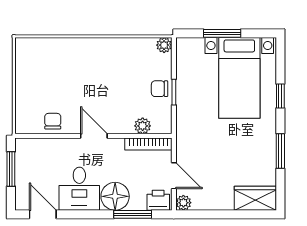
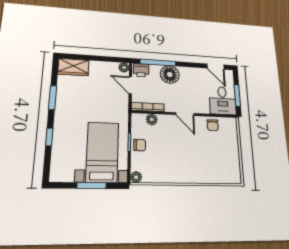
bed with nightstands: (239, 78) -> (102, 152), moved
desk: (79, 189) -> (223, 101), moved, turned 180
window: (133, 214) -> (158, 63), width x1.44

